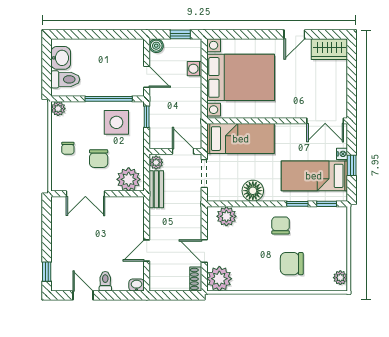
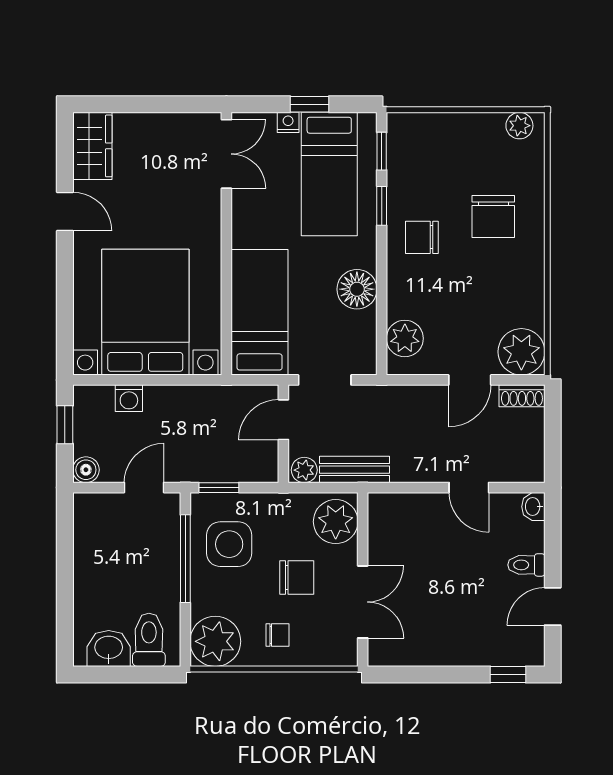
plant: (58, 109) -> (215, 641), width x1.88, depth x1.88

